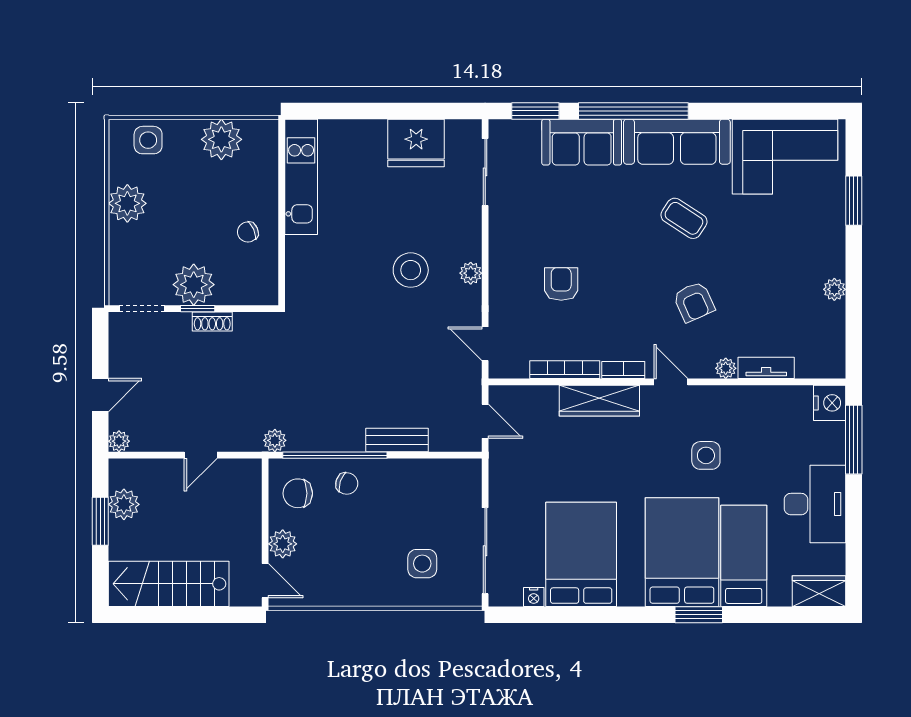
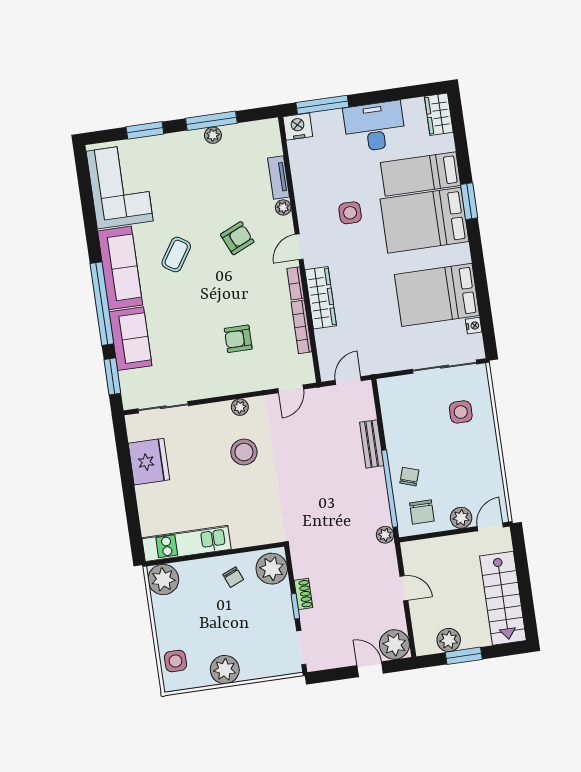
plant: (221, 139) -> (163, 579), moved
plant: (194, 285) -> (272, 569), moved
window: (854, 290) -> (211, 121), added
plant: (119, 441) -> (394, 644), width x1.88, depth x1.88

